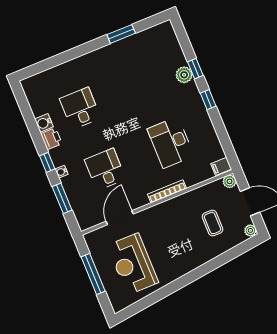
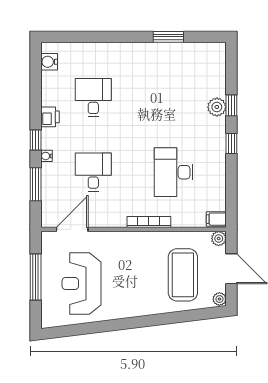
water cooler: (44, 123) -> (49, 62), moved
door: (120, 218) -> (72, 229), moved
coffee table: (213, 223) -> (183, 275), width x1.86, depth x1.72

